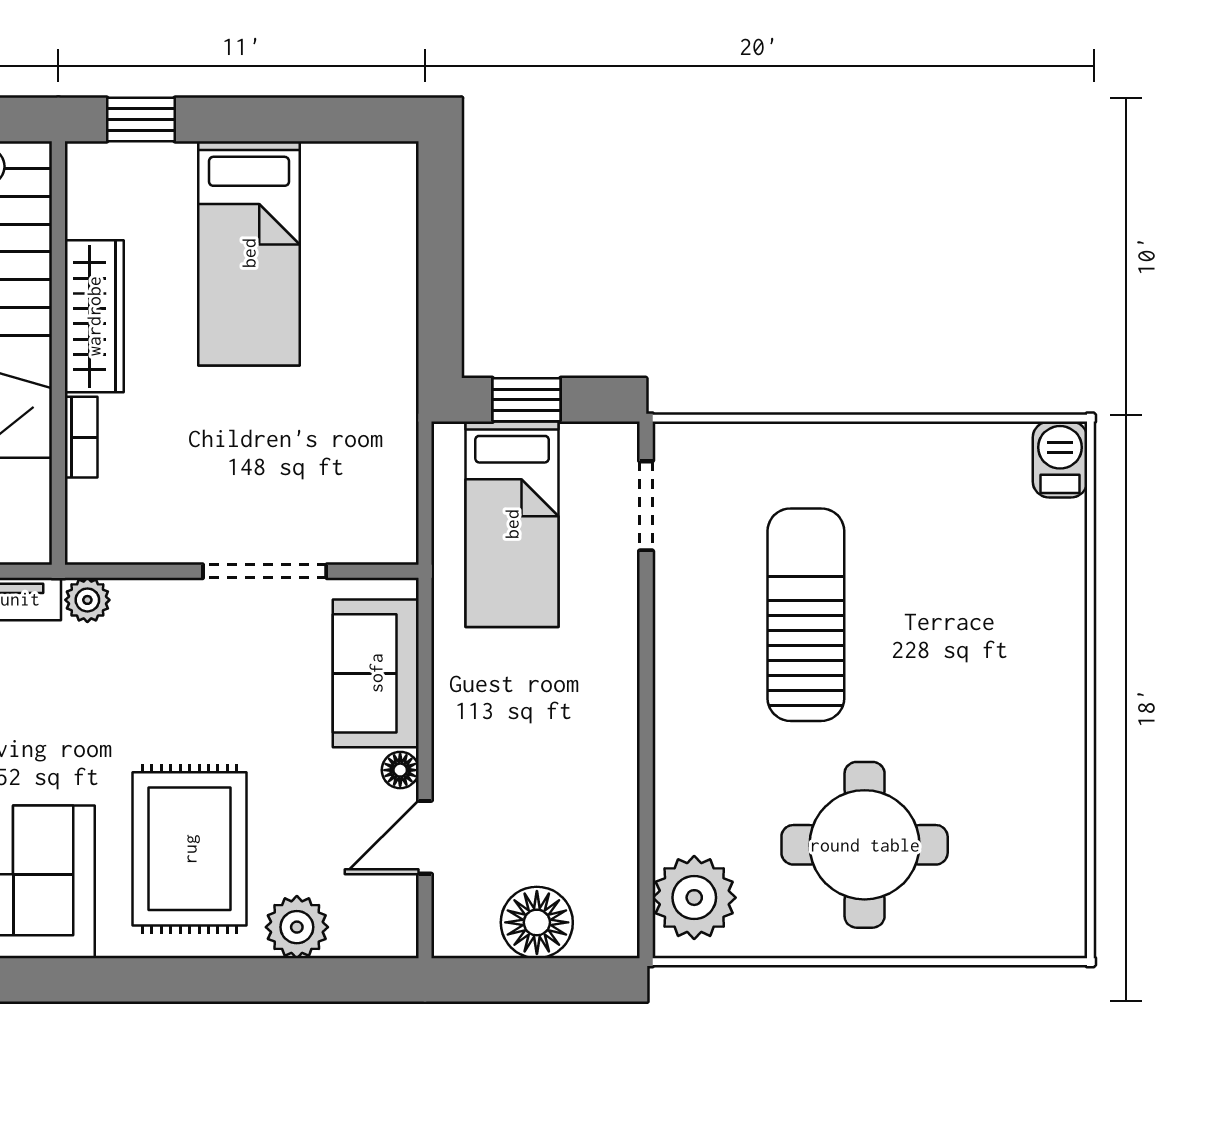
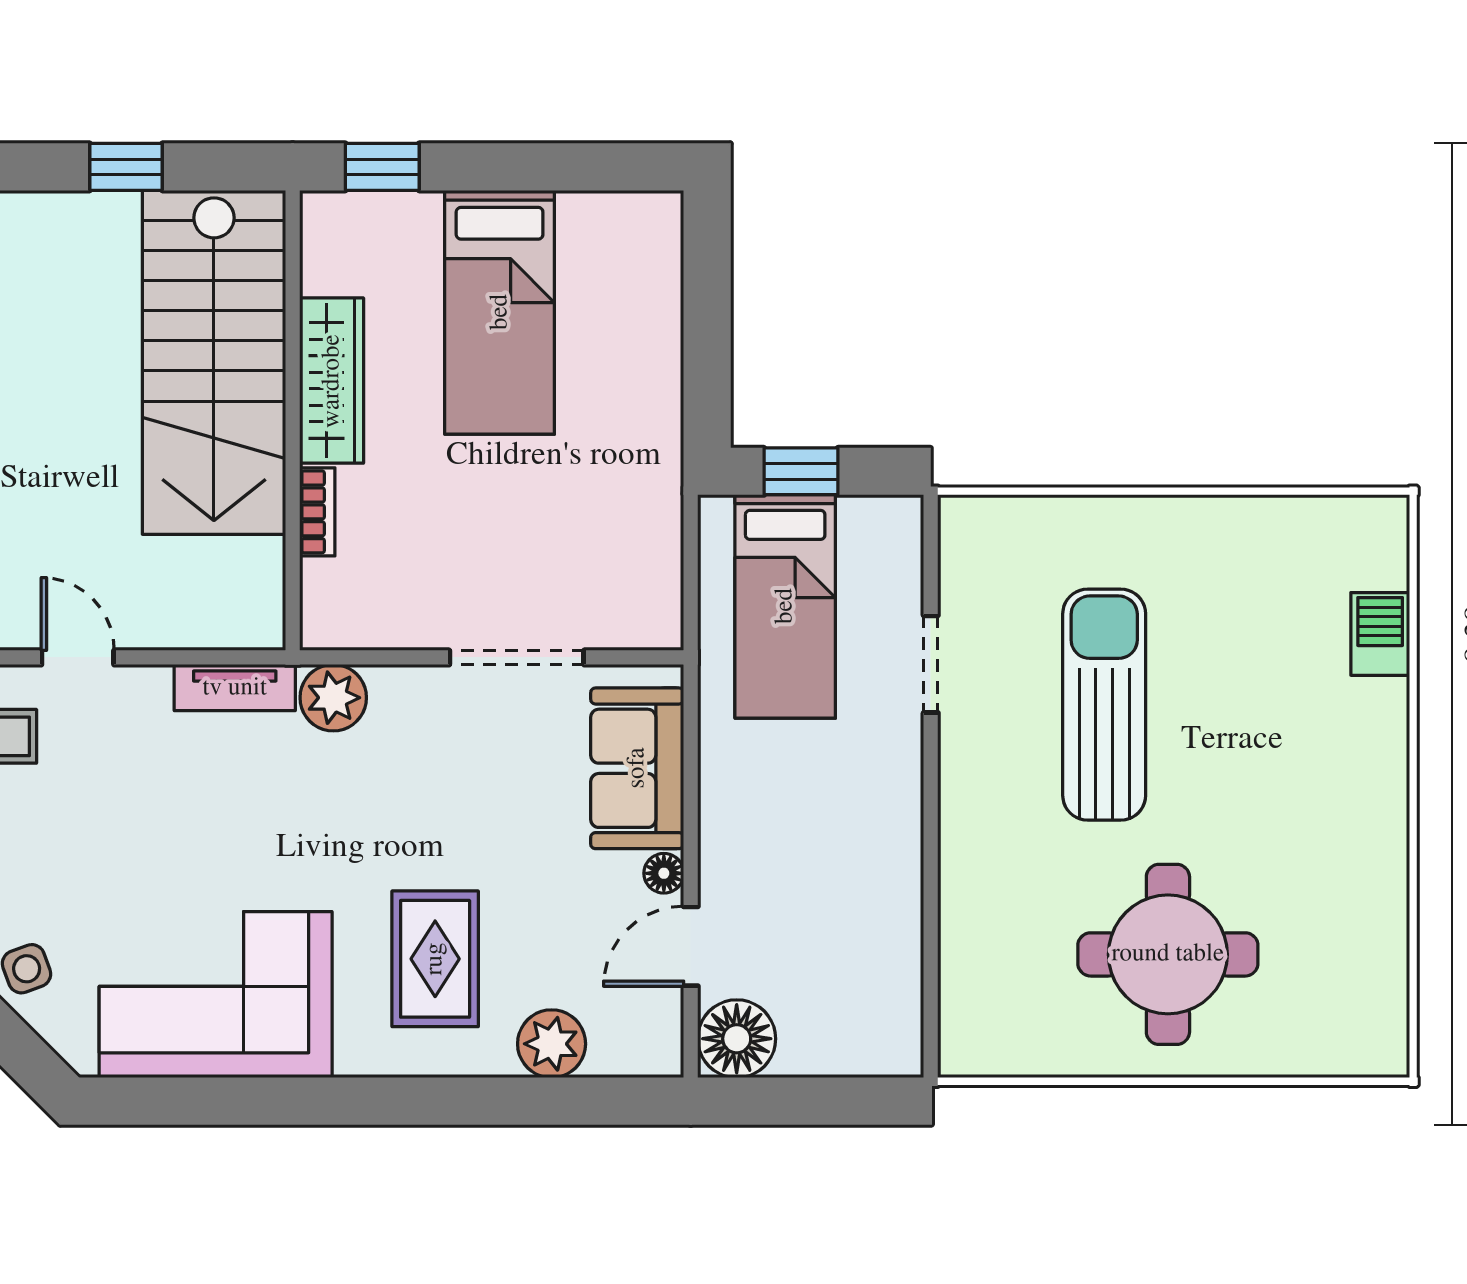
barbecue: (1060, 459) -> (1380, 634), moved
doorway: (646, 506) -> (931, 664), moved
plant: (87, 600) -> (333, 698), width x1.38, depth x1.38
rug: (190, 849) -> (435, 959), width x0.73, depth x0.70
plant: (694, 898) -> (983, 1012), removed
floor lamp: (537, 922) -> (737, 1039), moved

